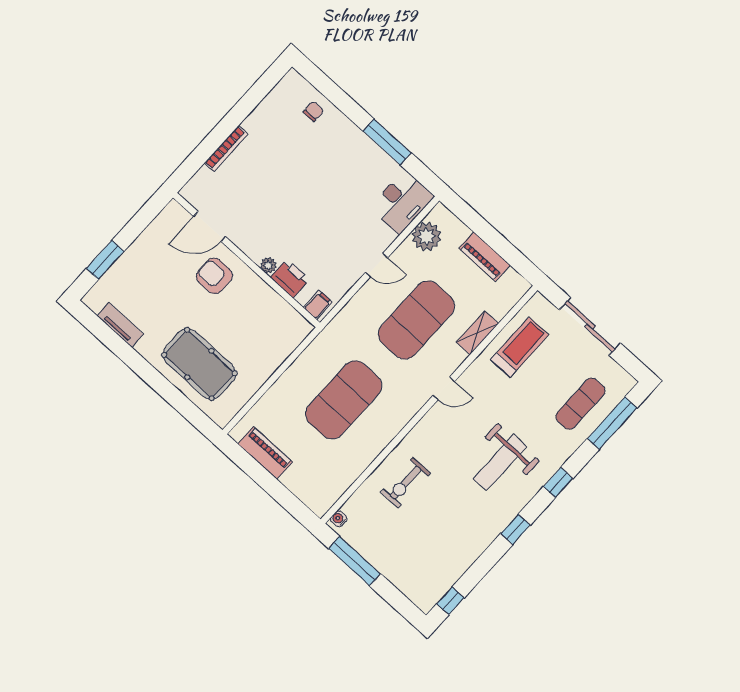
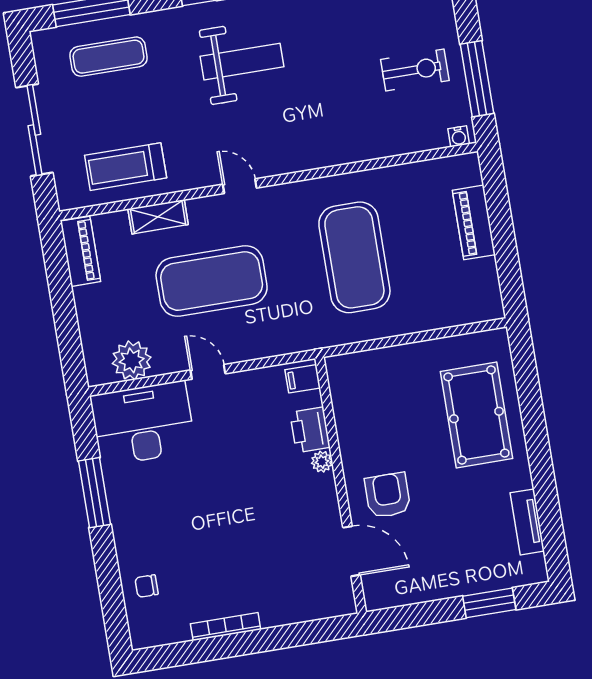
bookcase: (226, 149) -> (226, 627), moved
desk: (402, 202) -> (143, 423), width x1.36, depth x1.30
piano: (485, 257) -> (80, 251), moved
armchair: (214, 276) -> (388, 495), turned 180
exercise mat: (344, 400) -> (354, 257), turned 90
piano: (265, 453) -> (474, 222), moved
exercise bike: (406, 483) -> (415, 70), moved

